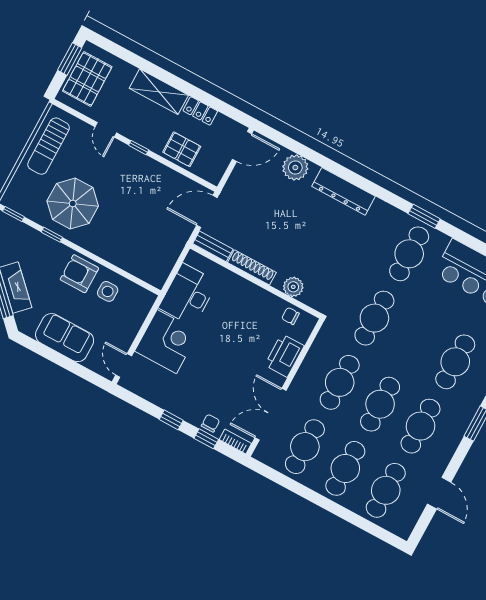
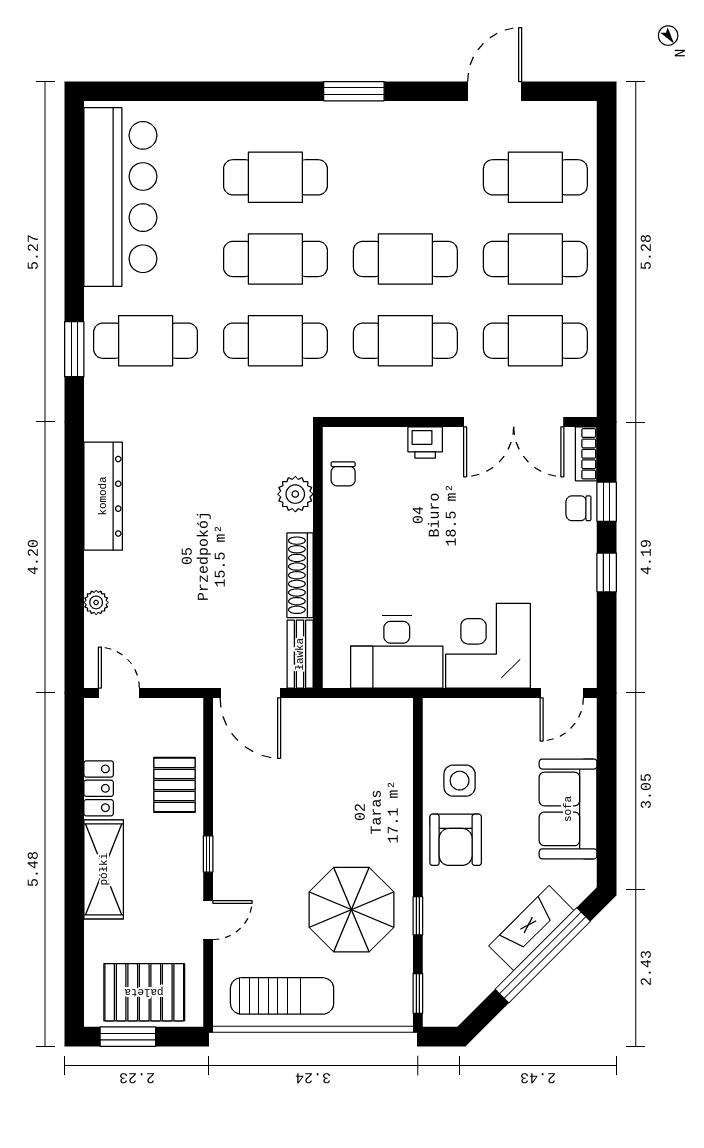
door: (242, 146) -> (119, 693), width x0.73
plant: (295, 168) -> (96, 602), width x0.53, depth x0.53
printer: (284, 355) -> (425, 442), width x0.53, depth x0.68
cafe table: (420, 426) -> (275, 259), moved

